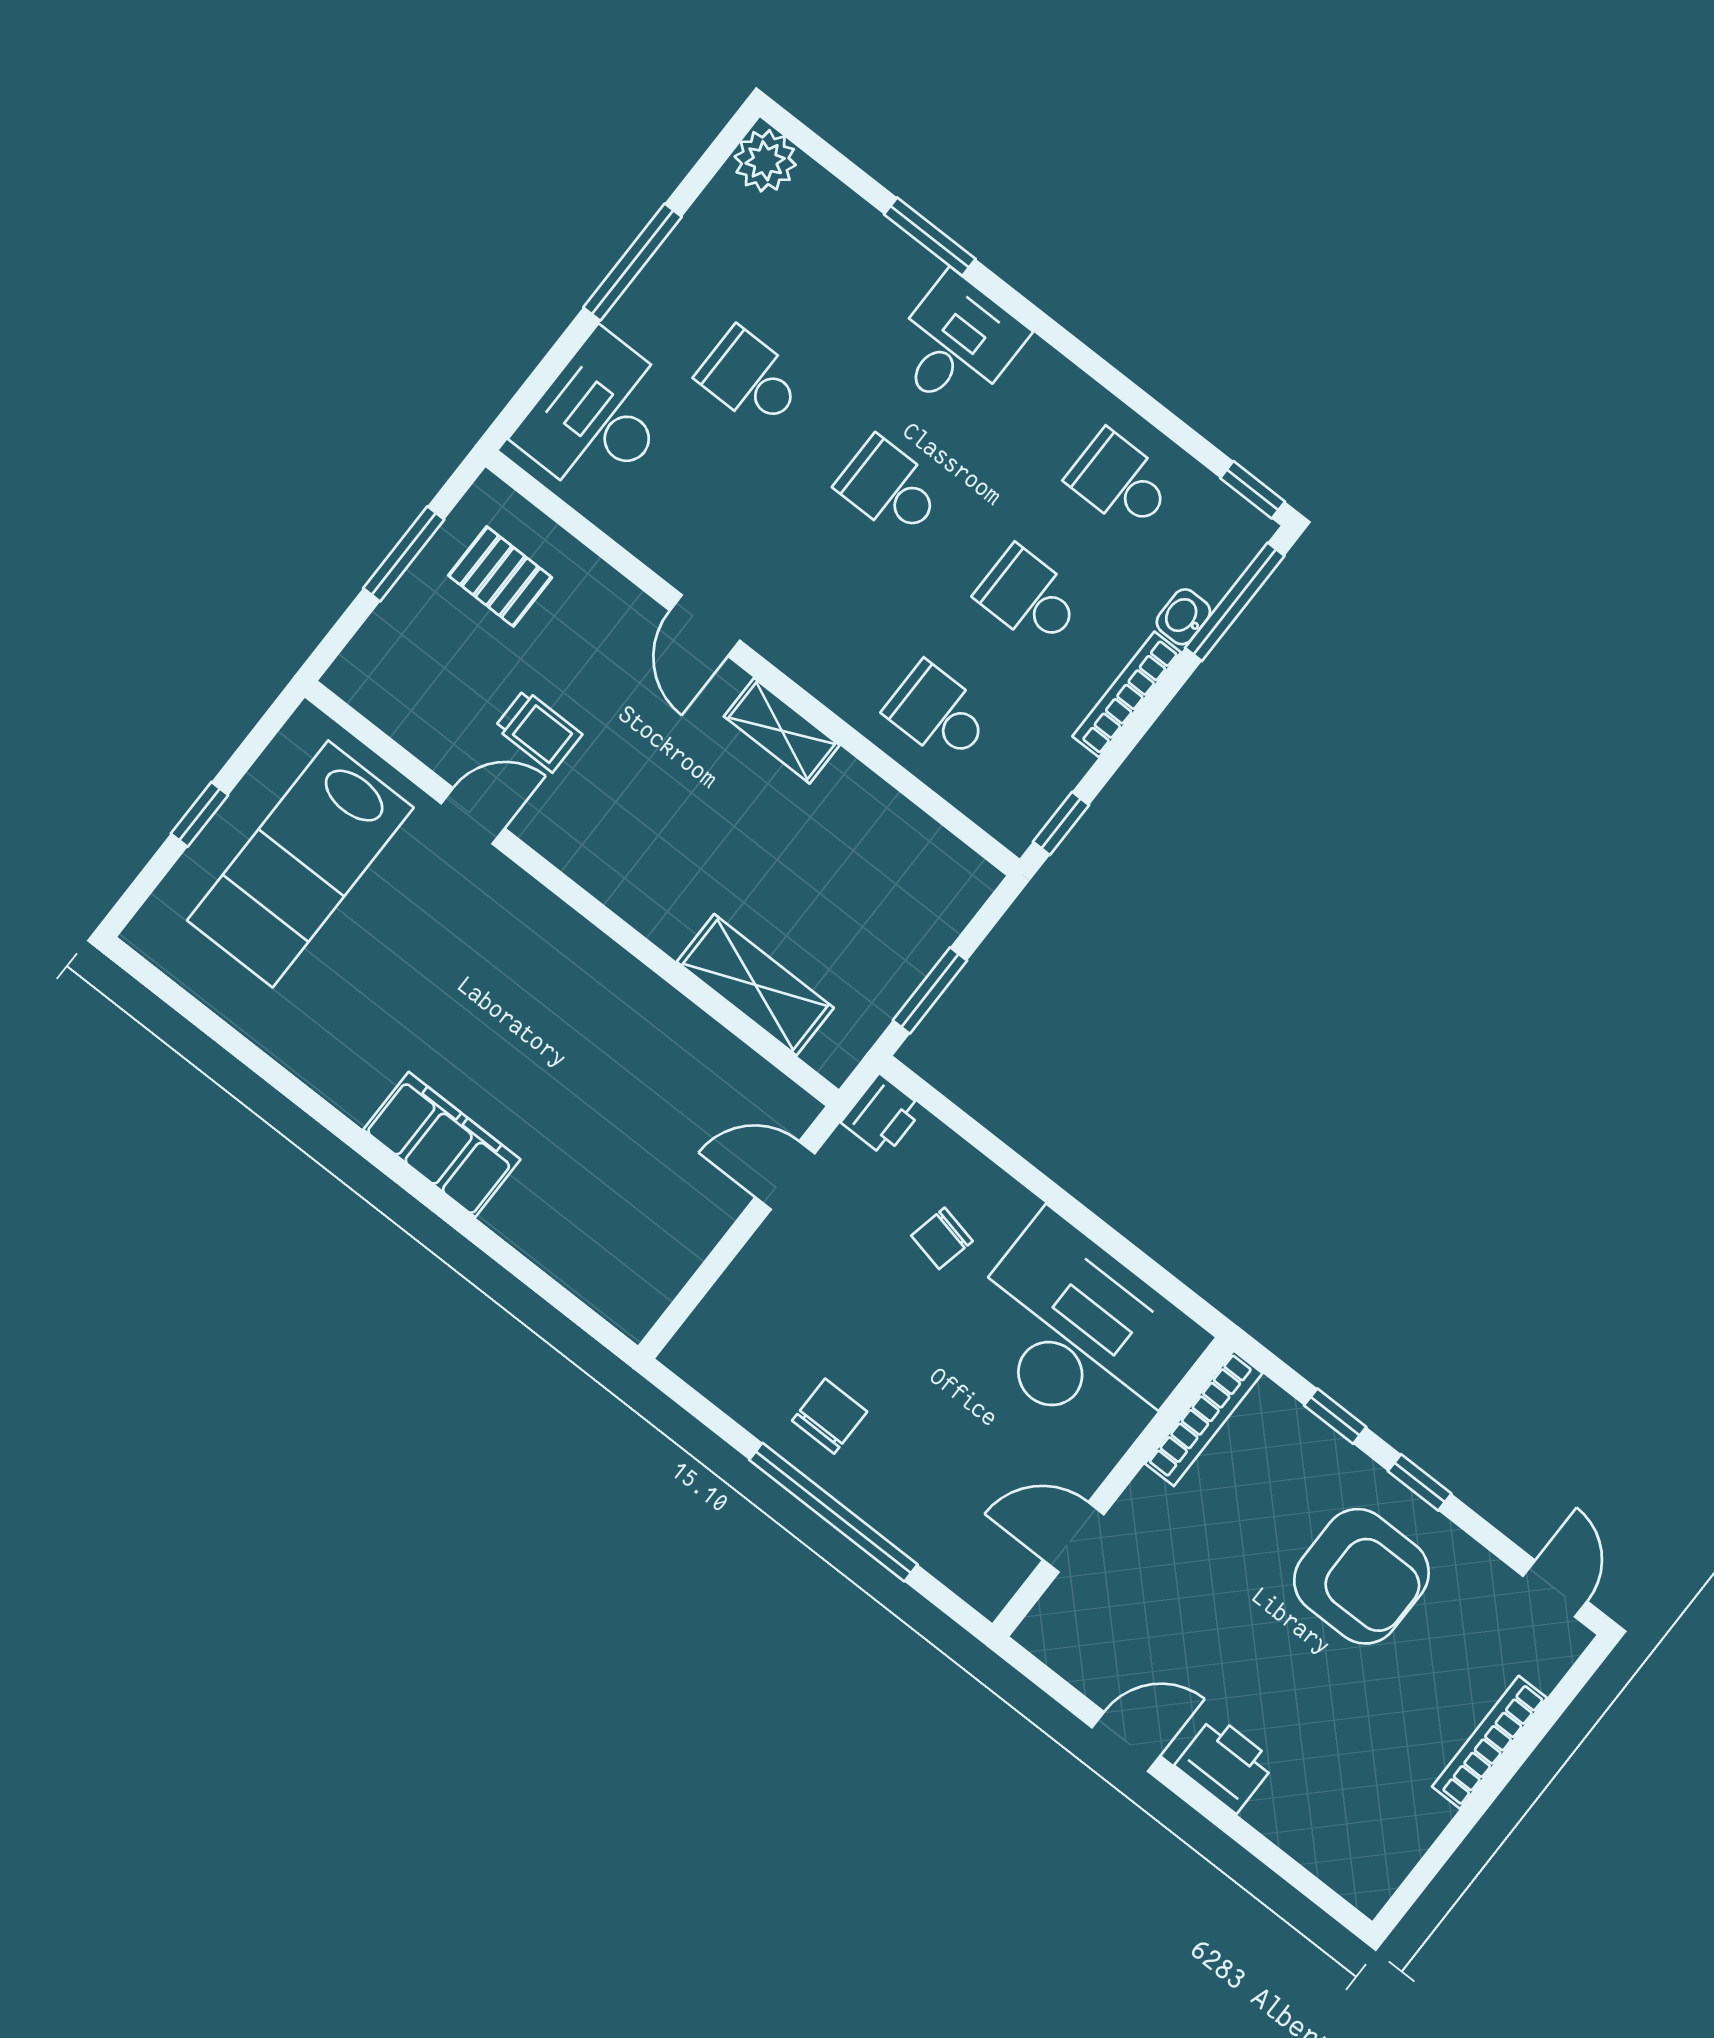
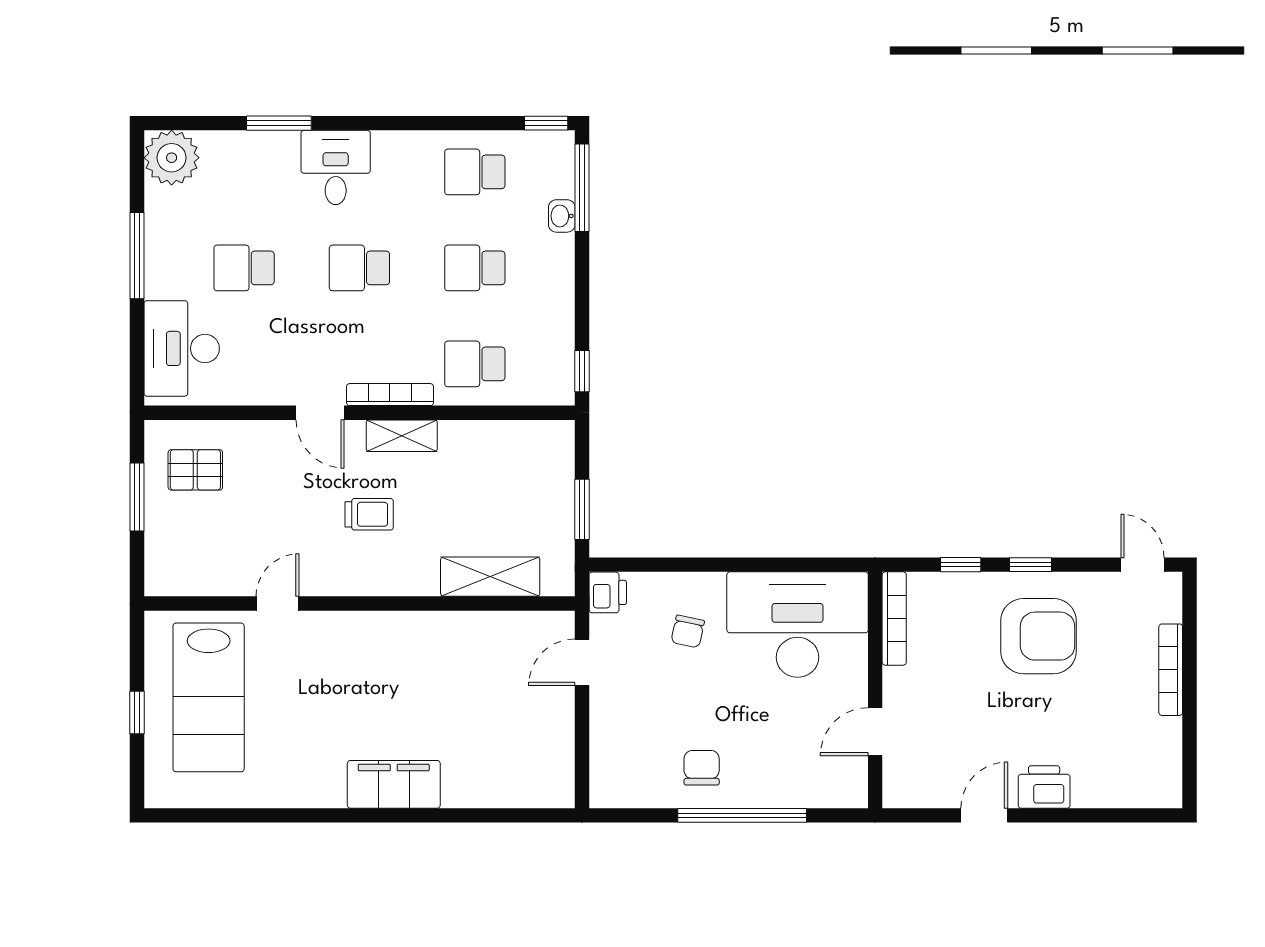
plant: (765, 161) -> (172, 158), width x1.36, depth x1.36
bookcase: (1127, 694) -> (390, 395), moved, turned 90
trolley: (538, 731) -> (369, 514), moved

